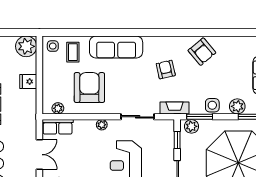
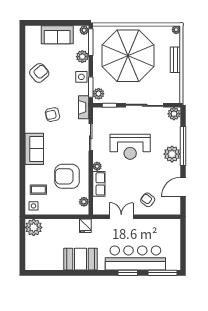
sofa: (116, 47) -> (34, 149), width x0.73
armchair: (202, 52) -> (39, 73), moved
fridge: (28, 81) -> (85, 226), moved
row of seats: (58, 127) -> (99, 184), moved

